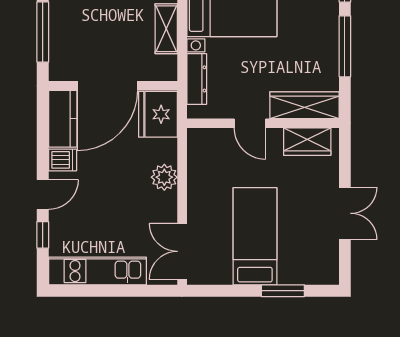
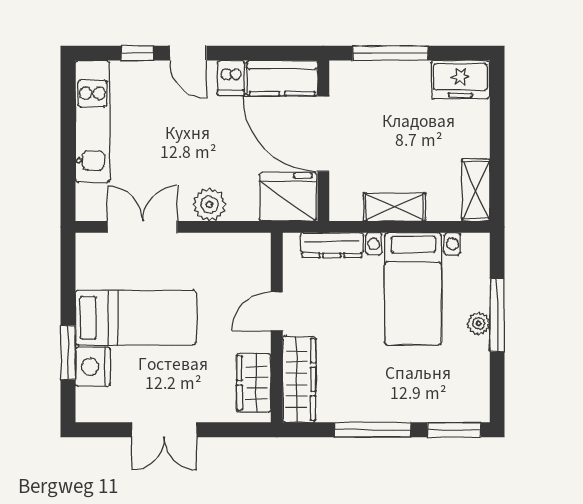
double door: (182, 251) -> (142, 227), moved
nightstand: (294, 271) -> (93, 367), added

